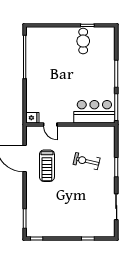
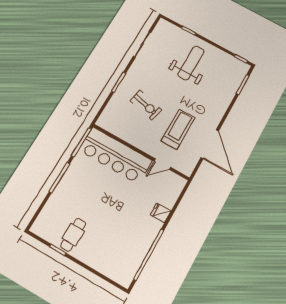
bar counter: (94, 112) -> (115, 155), width x1.36
fridge: (32, 118) -> (161, 213), moved
door: (50, 124) -> (162, 164), swing flipped
treadmill: (47, 166) -> (178, 129), moved
weight bench: (72, 213) -> (191, 63), added

